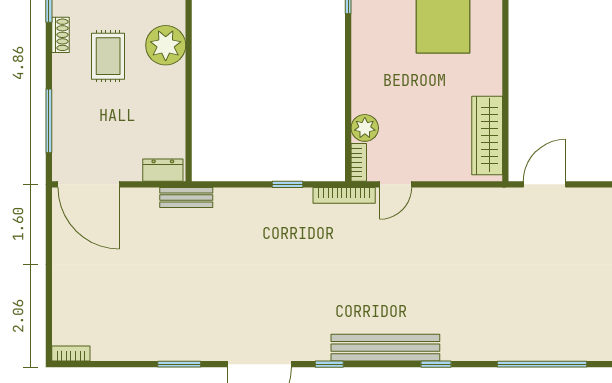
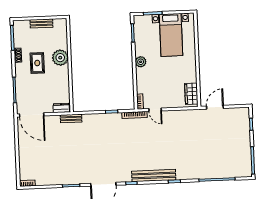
plant: (365, 128) -> (141, 62), moved
wardrobe: (487, 135) -> (191, 94), width x0.67
door: (396, 184) -> (155, 110), hinge flipped

